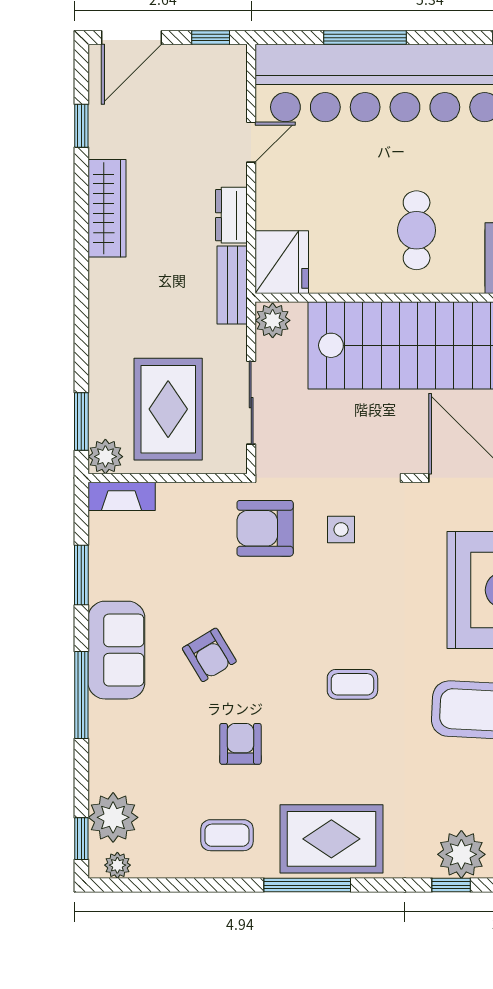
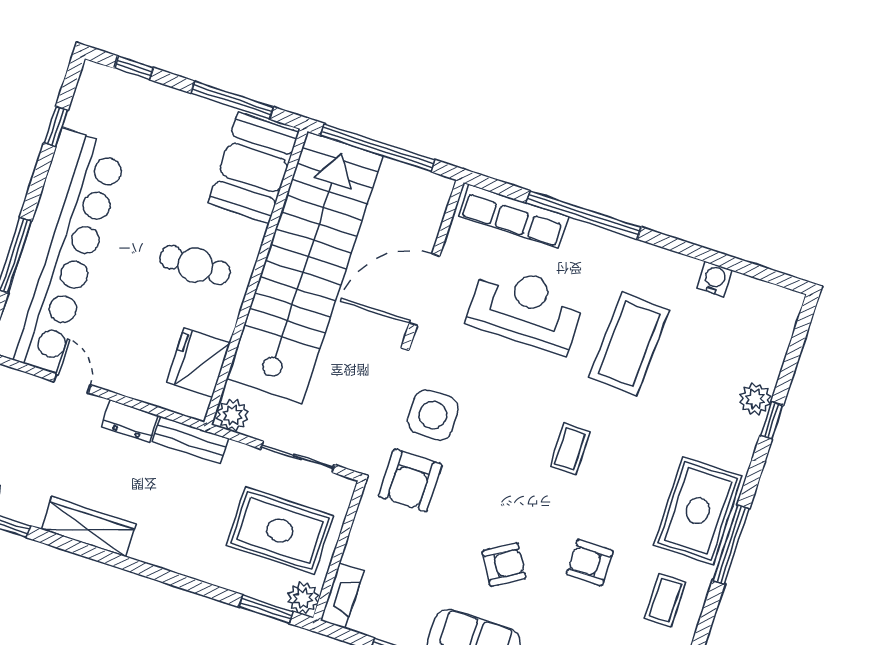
fridge: (282, 262) -> (198, 363), moved, turned -90
side table: (341, 530) -> (433, 415), width x1.87, depth x1.87
plant: (461, 854) -> (755, 399), width x0.73, depth x0.73

